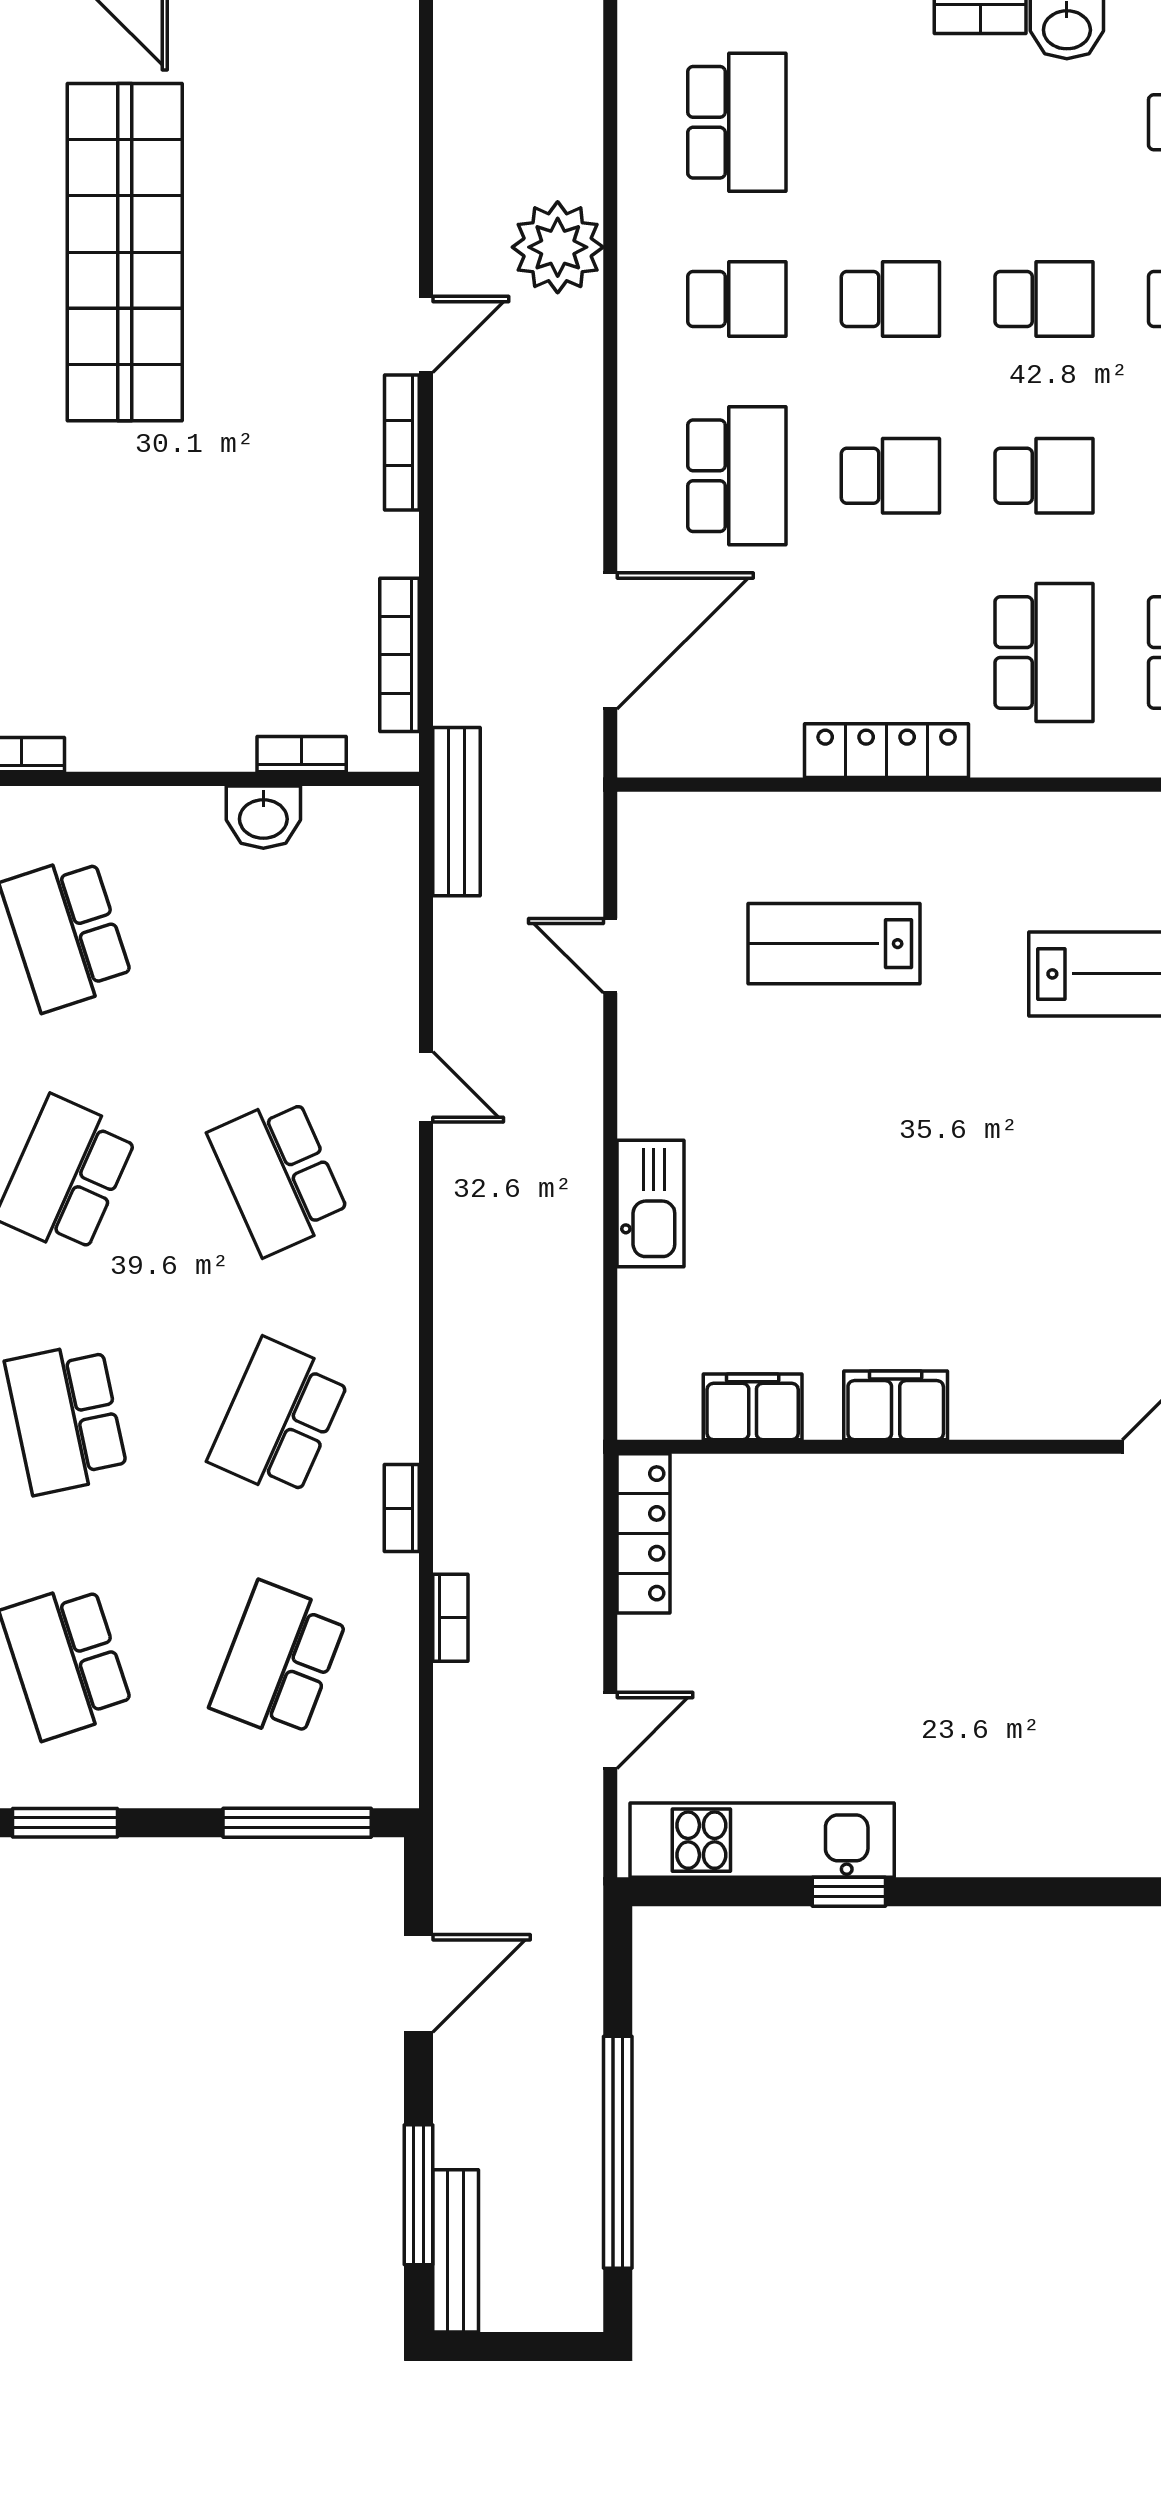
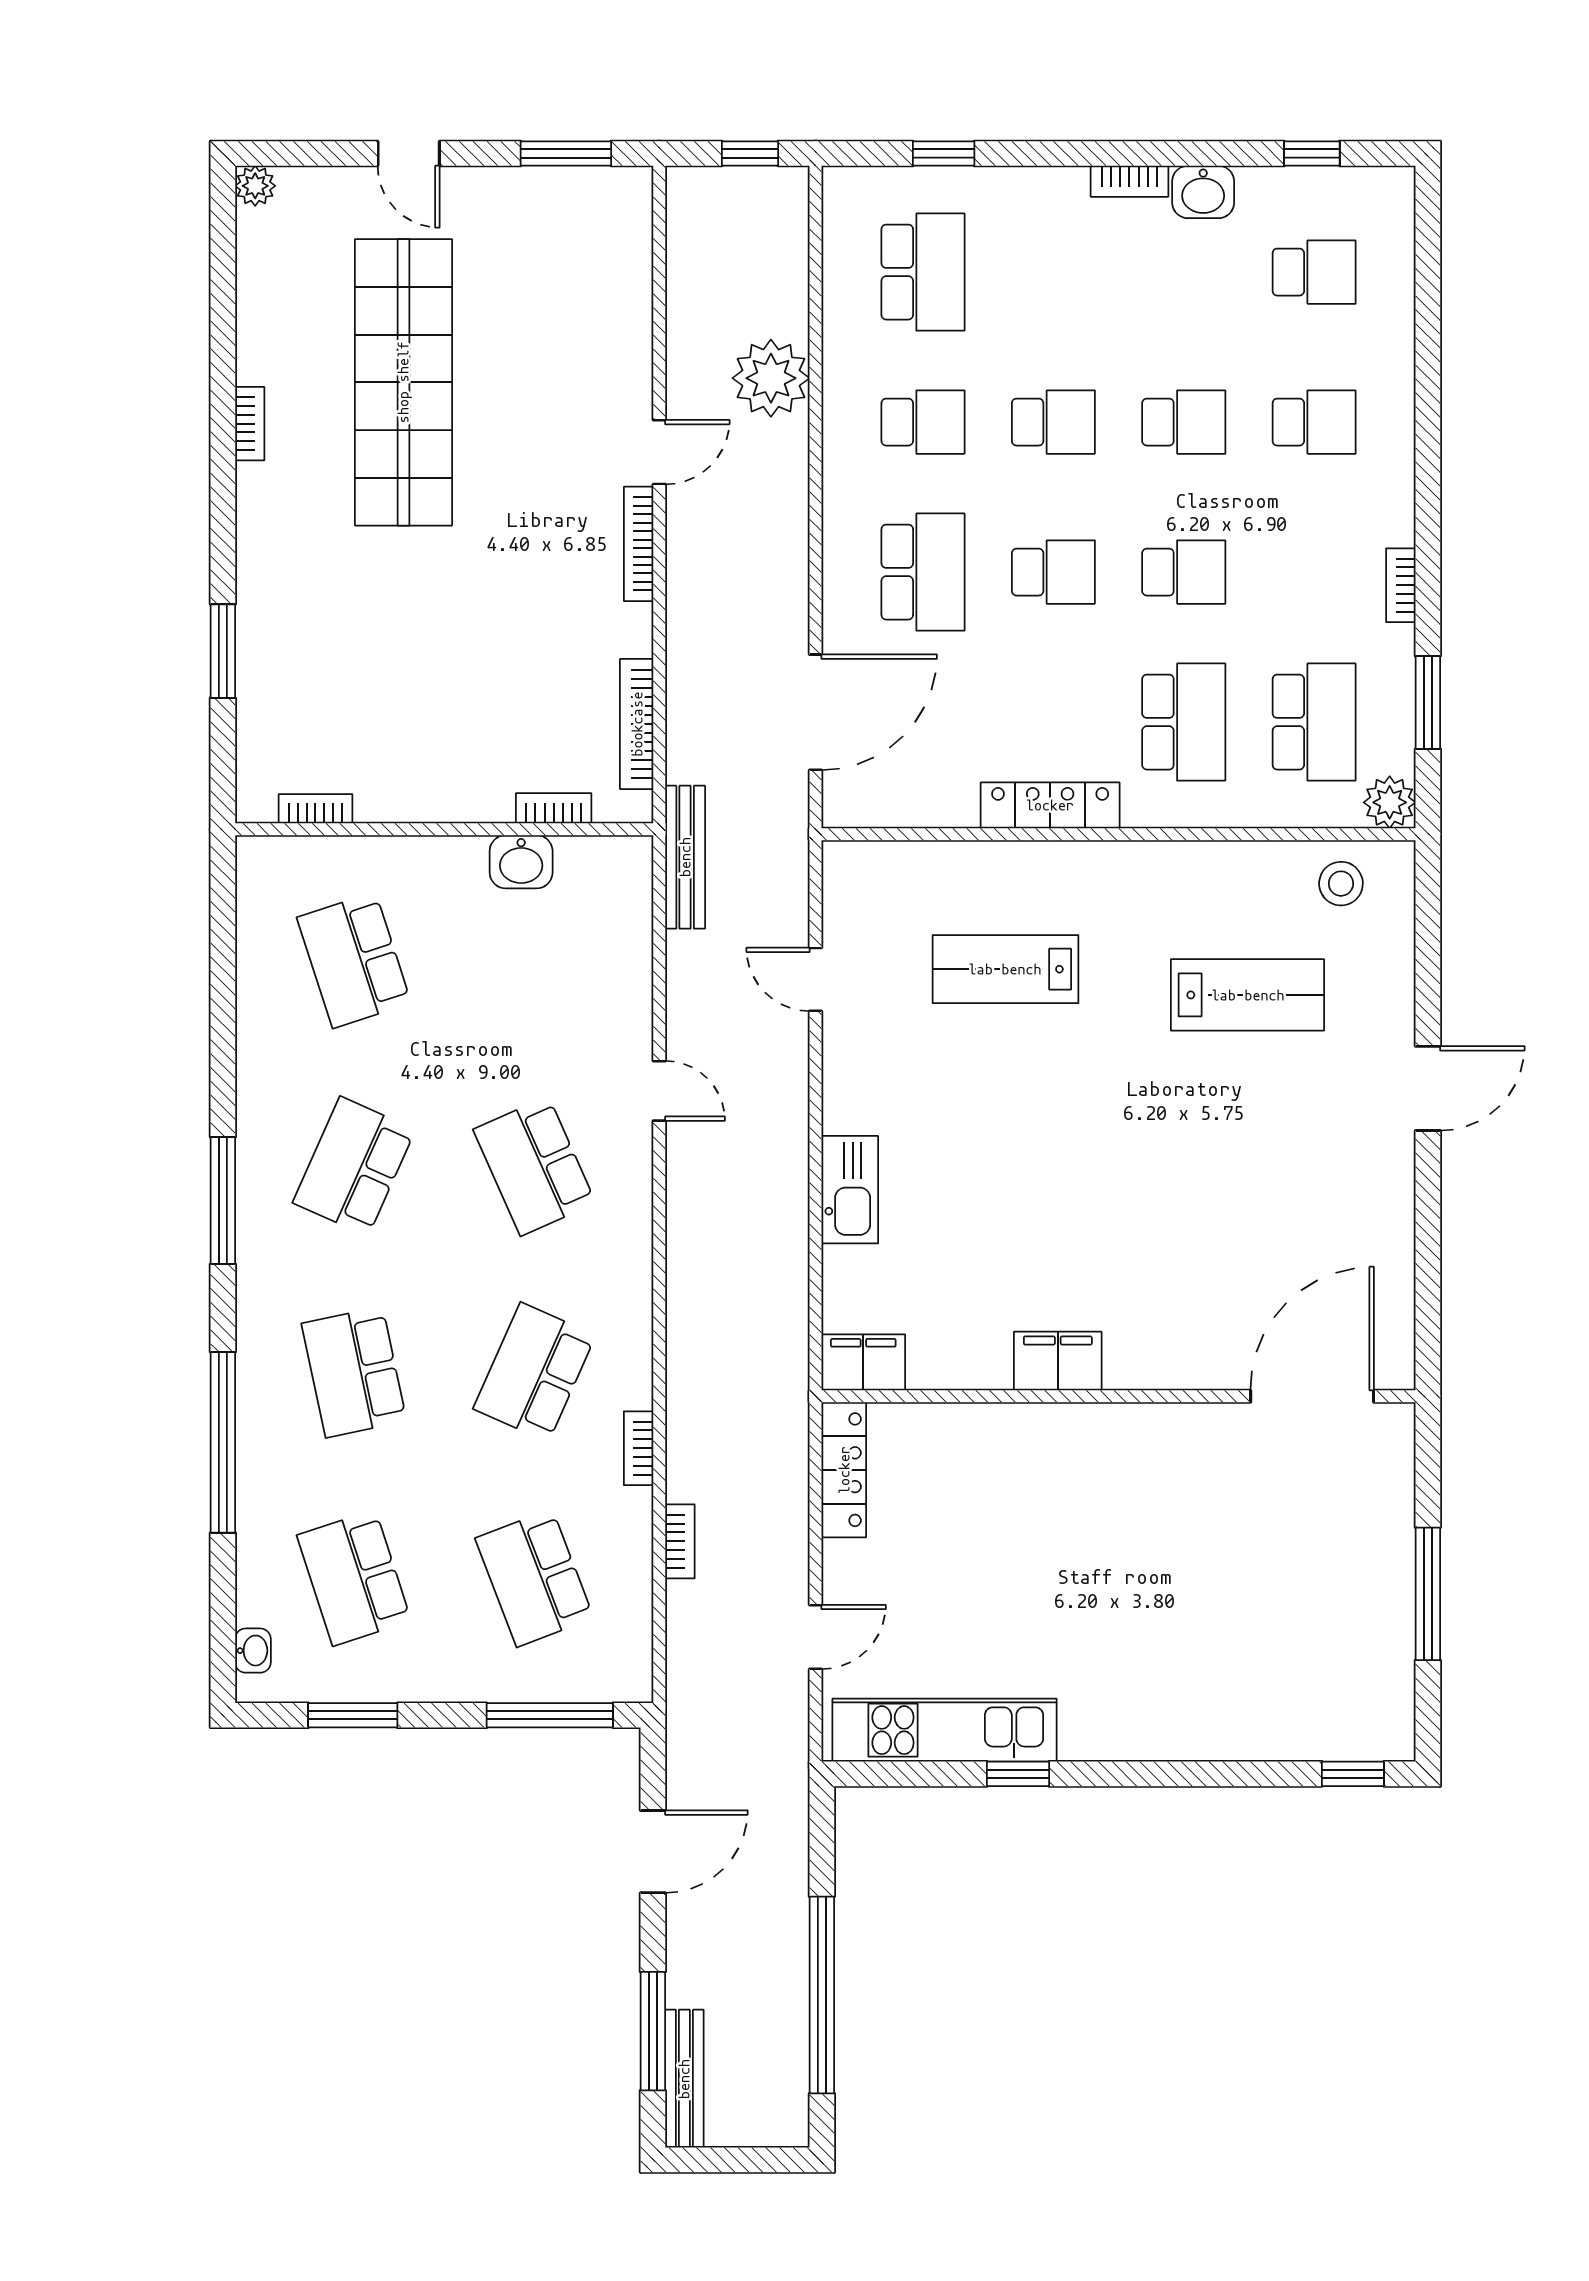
filing cabinet: (753, 1407) -> (863, 1362), moved
school desk: (279, 1661) -> (534, 1578), turned -42

